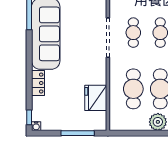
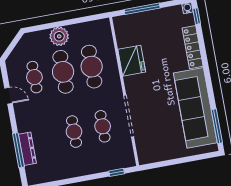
locker: (38, 83) -> (193, 47), width x1.53
fridge: (96, 98) -> (132, 61), moved

